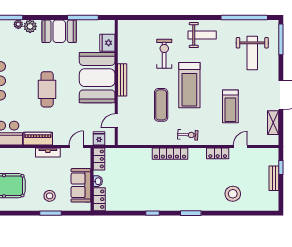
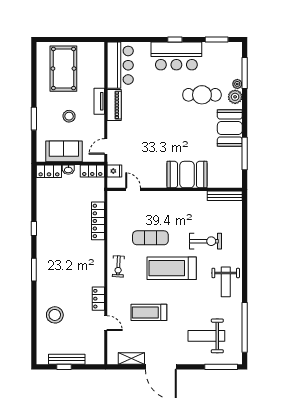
fridge: (107, 43) -> (217, 180), removed
booth: (97, 78) -> (187, 175), width x0.73, depth x0.70
bench: (122, 80) -> (225, 196), moved
cafe table: (47, 89) -> (202, 95), moved
door: (76, 146) -> (106, 147), swing flipped
tv unit: (48, 152) -> (99, 101), moved
locker: (170, 154) -> (98, 221), moved
window: (281, 168) -> (64, 367), moved
bench: (274, 178) -> (67, 359), width x1.36
stool: (50, 196) -> (69, 116), moved

